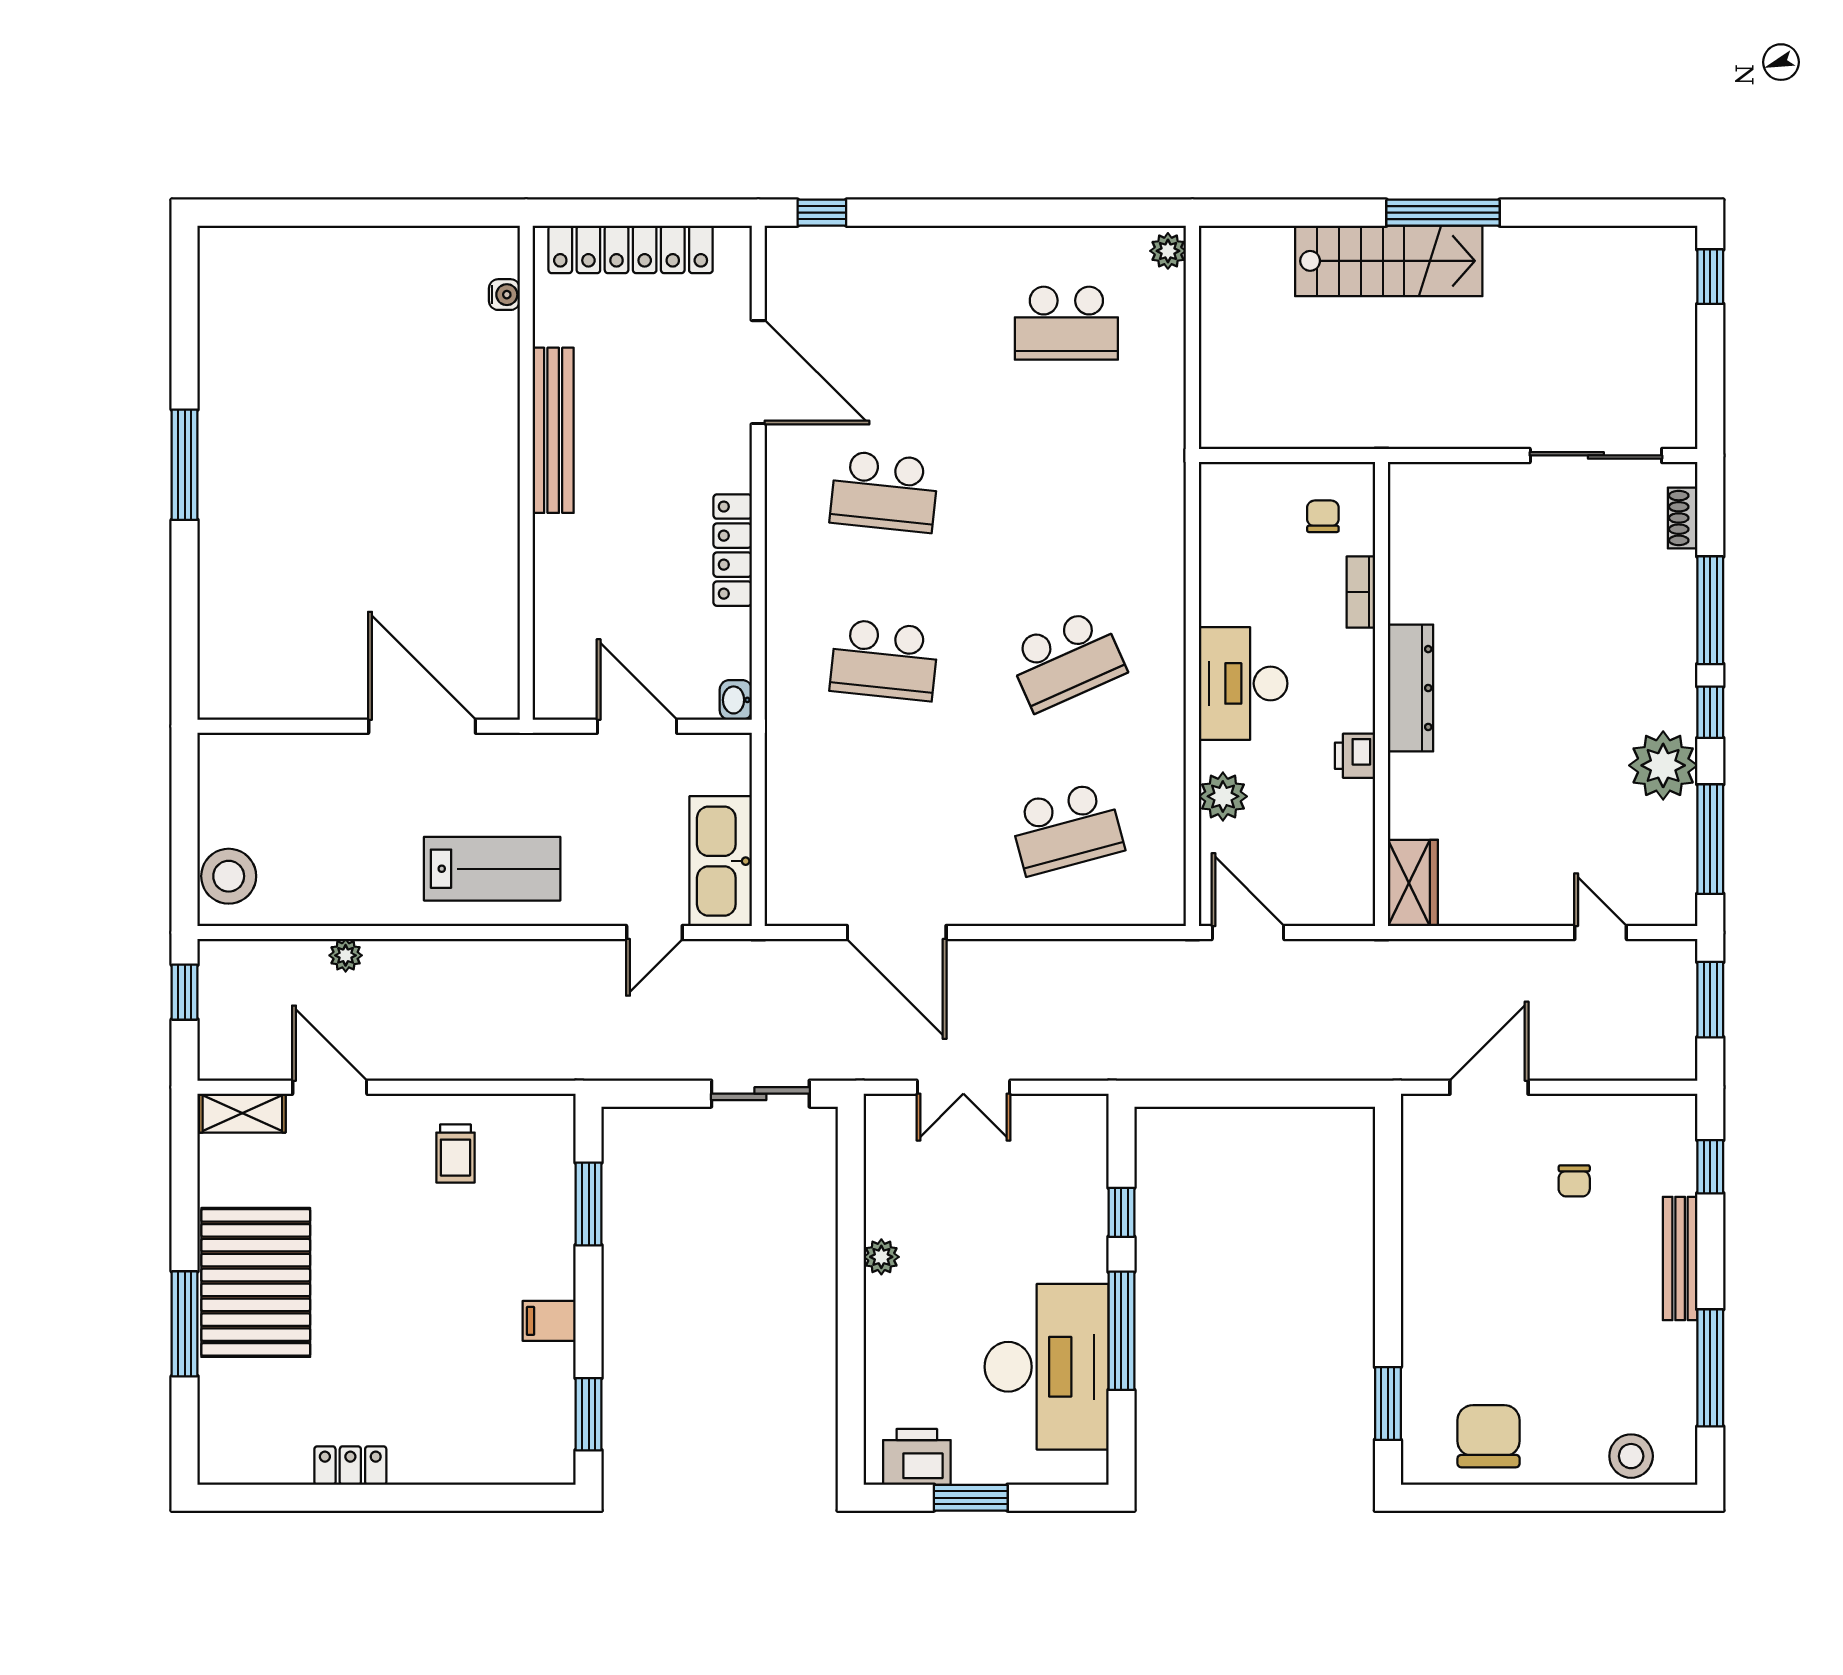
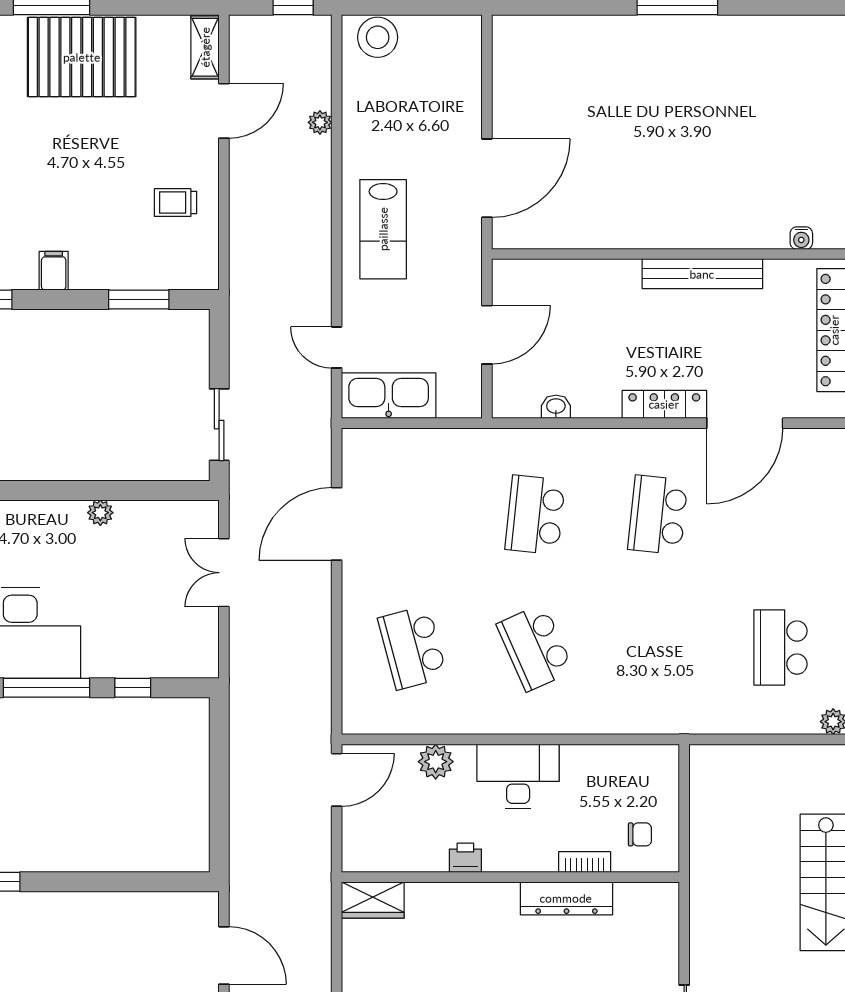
locker: (733, 550) -> (664, 404), moved
dresser: (1411, 688) -> (566, 898), moved
washbasin: (736, 700) -> (556, 407), moved

